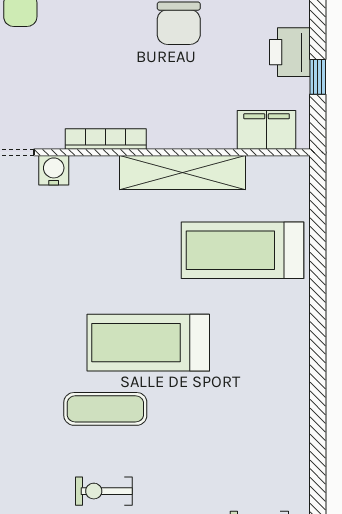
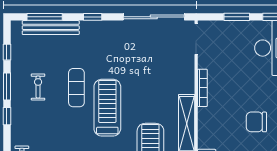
water cooler: (54, 170) -> (188, 64), removed

